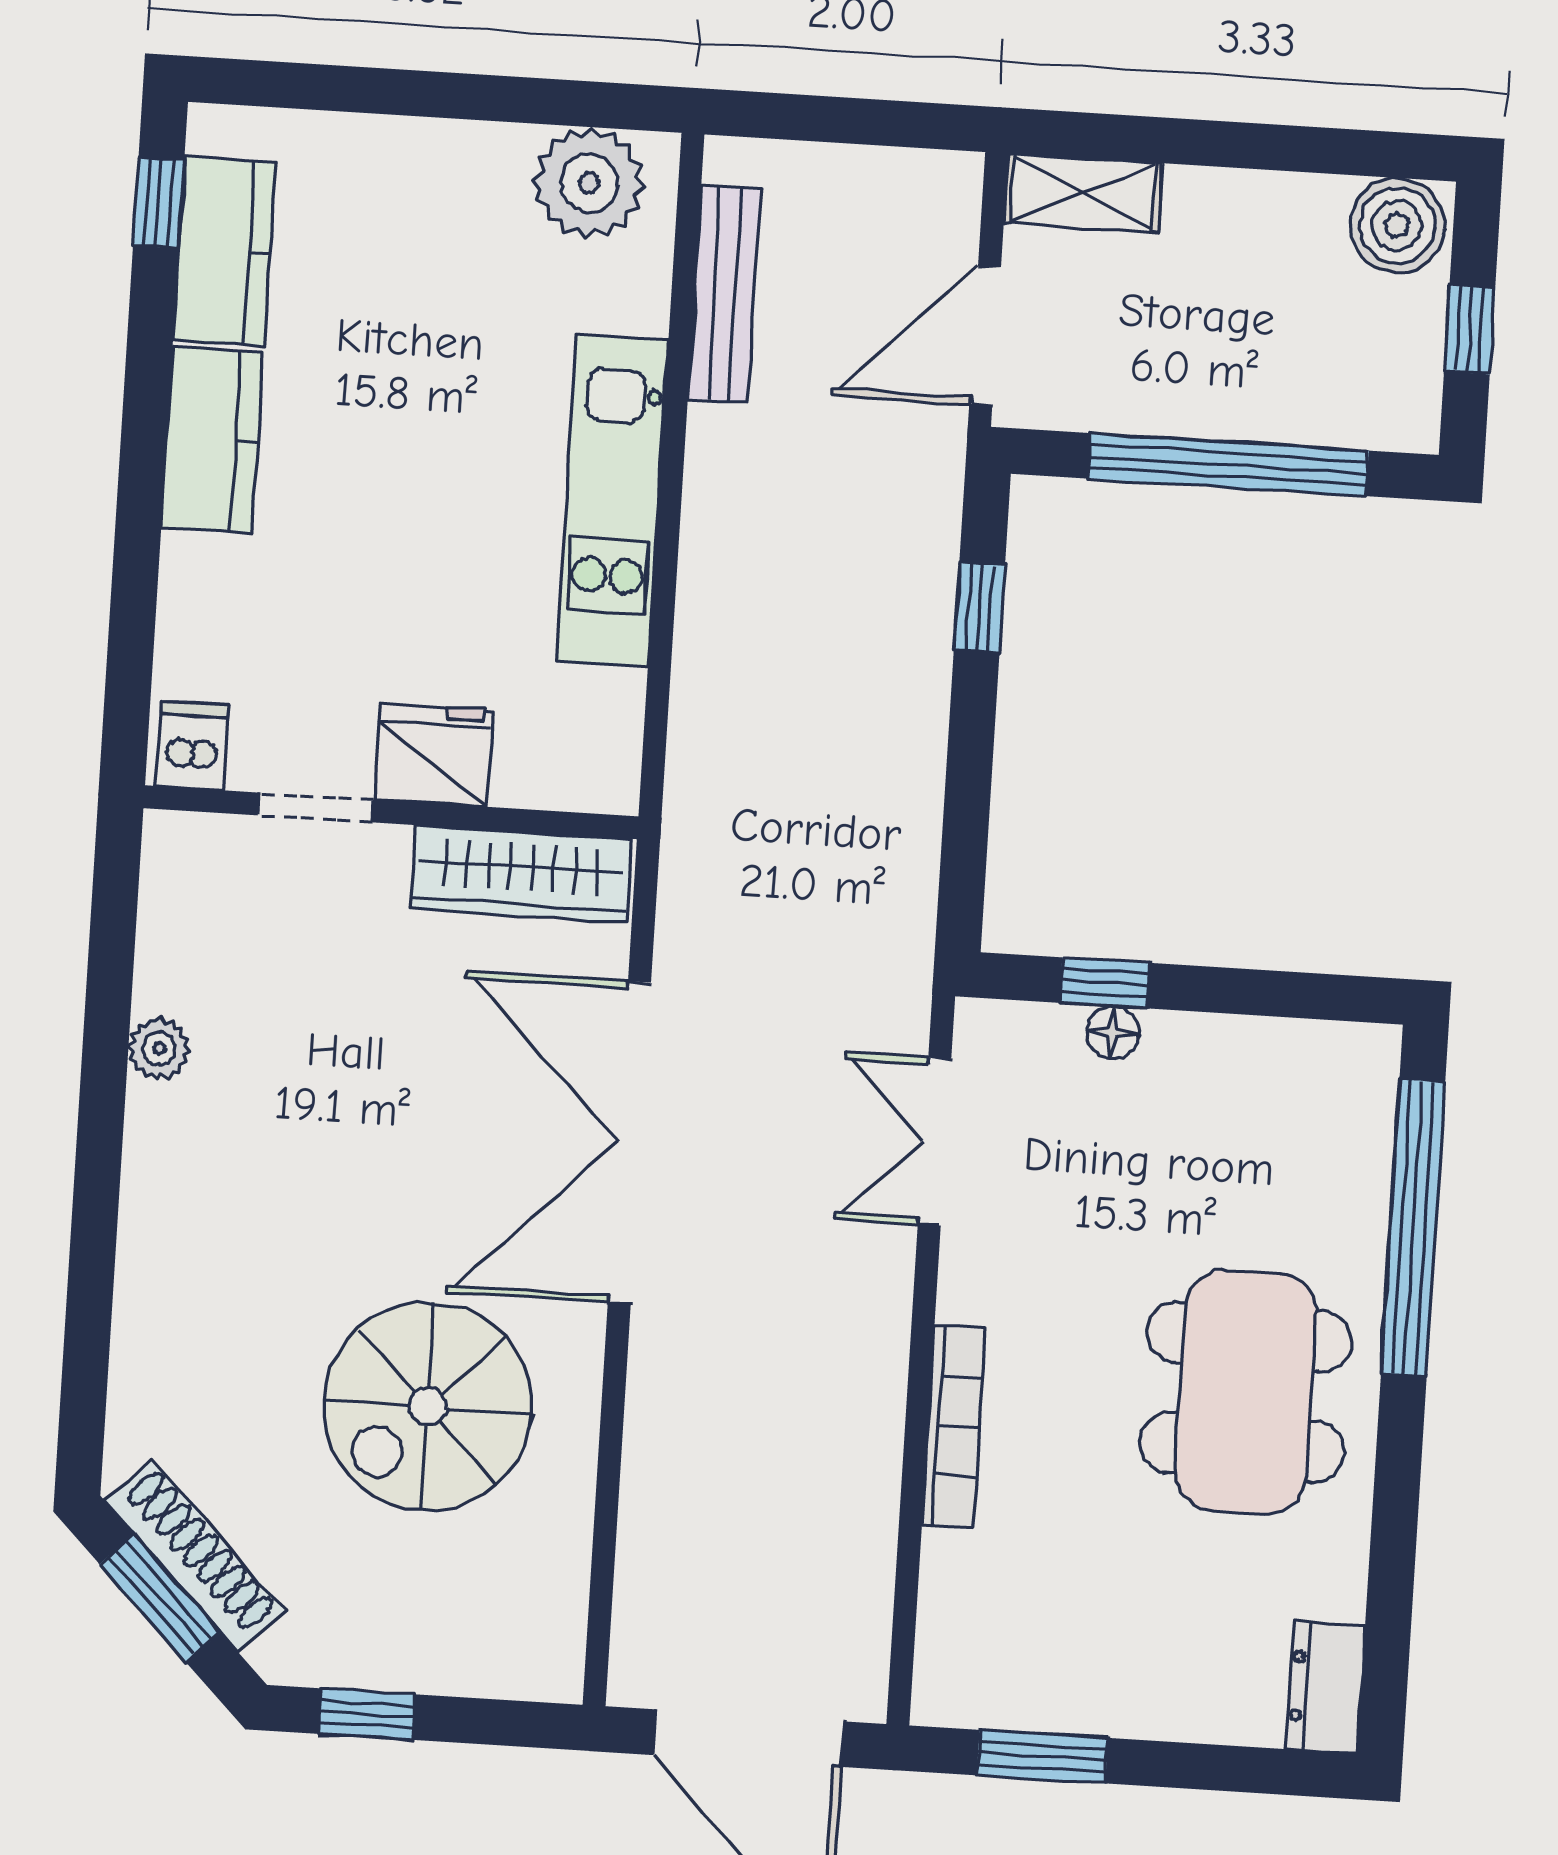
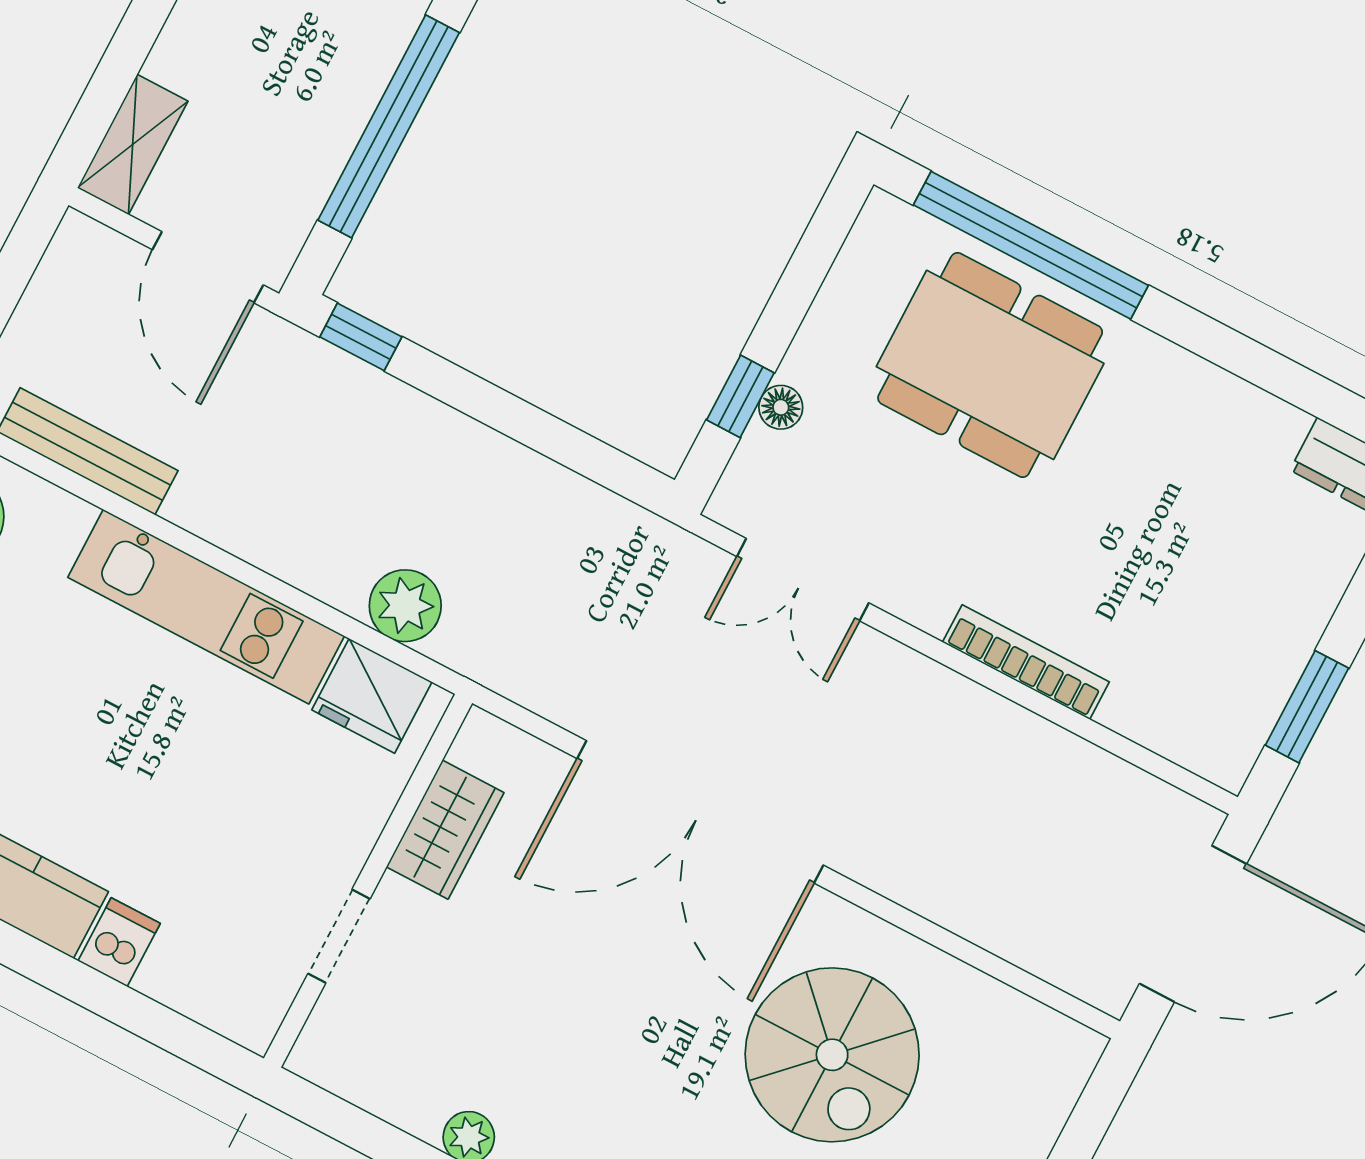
window: (979, 608) -> (361, 337), moved
plant: (711, 718) -> (405, 606), added
dishwasher: (193, 745) -> (119, 942), moved, turned 90
fridge: (433, 755) -> (372, 696), moved, turned -90
wardrobe: (521, 874) -> (445, 830), width x0.67
dining table: (1246, 1392) -> (990, 365), moved

